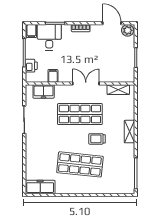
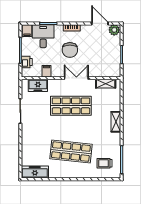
chair: (79, 52) -> (70, 50), added
trolley: (97, 139) -> (105, 163), moved

